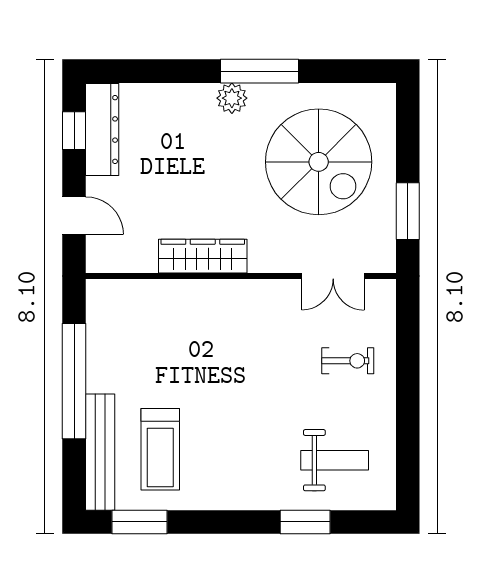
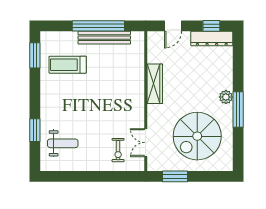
exercise bike: (348, 361) -> (118, 150), moved
bench: (100, 452) -> (104, 38), moved
weight bench: (335, 460) -> (63, 143), turned -90

